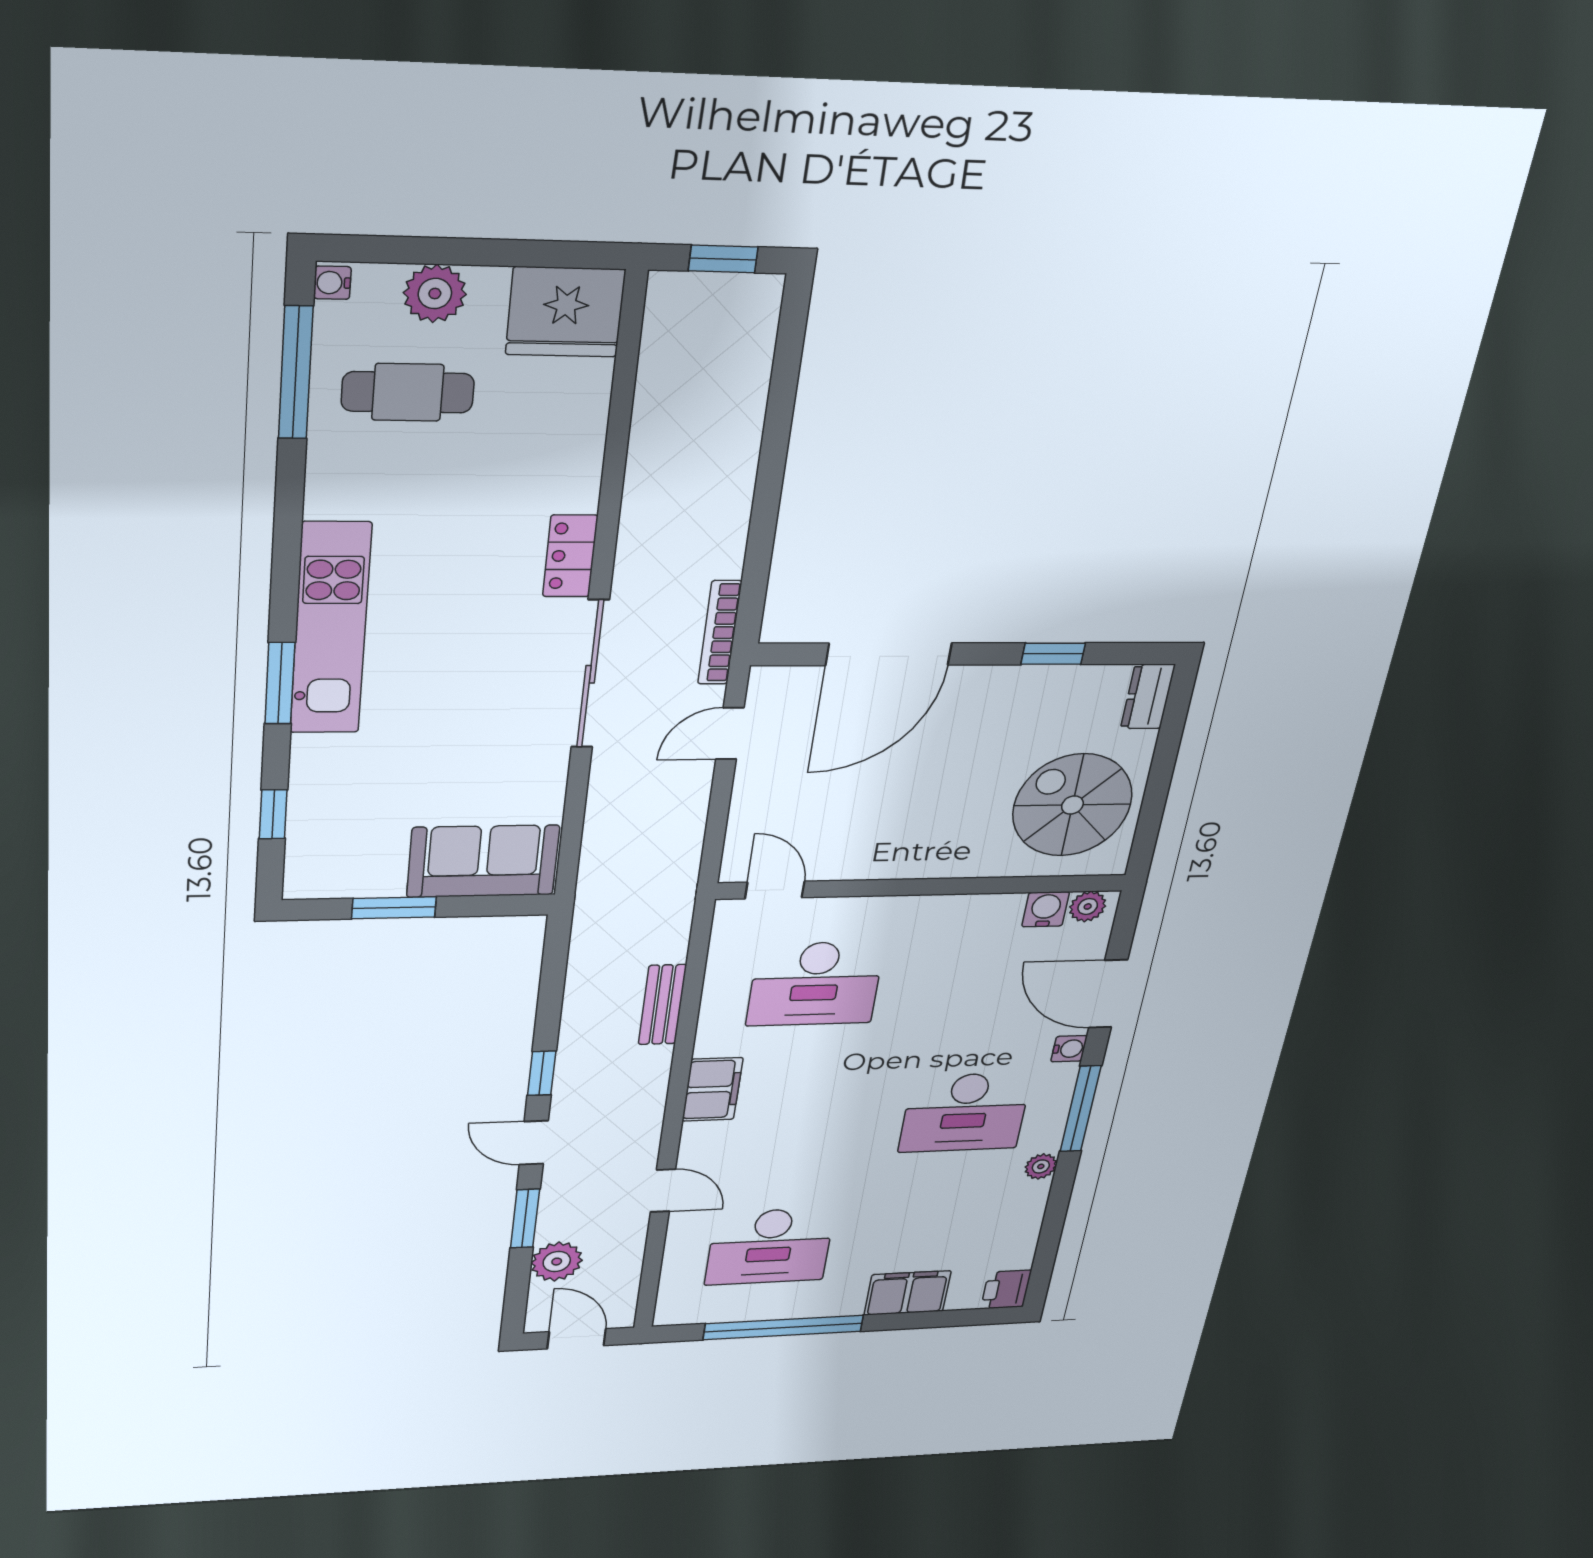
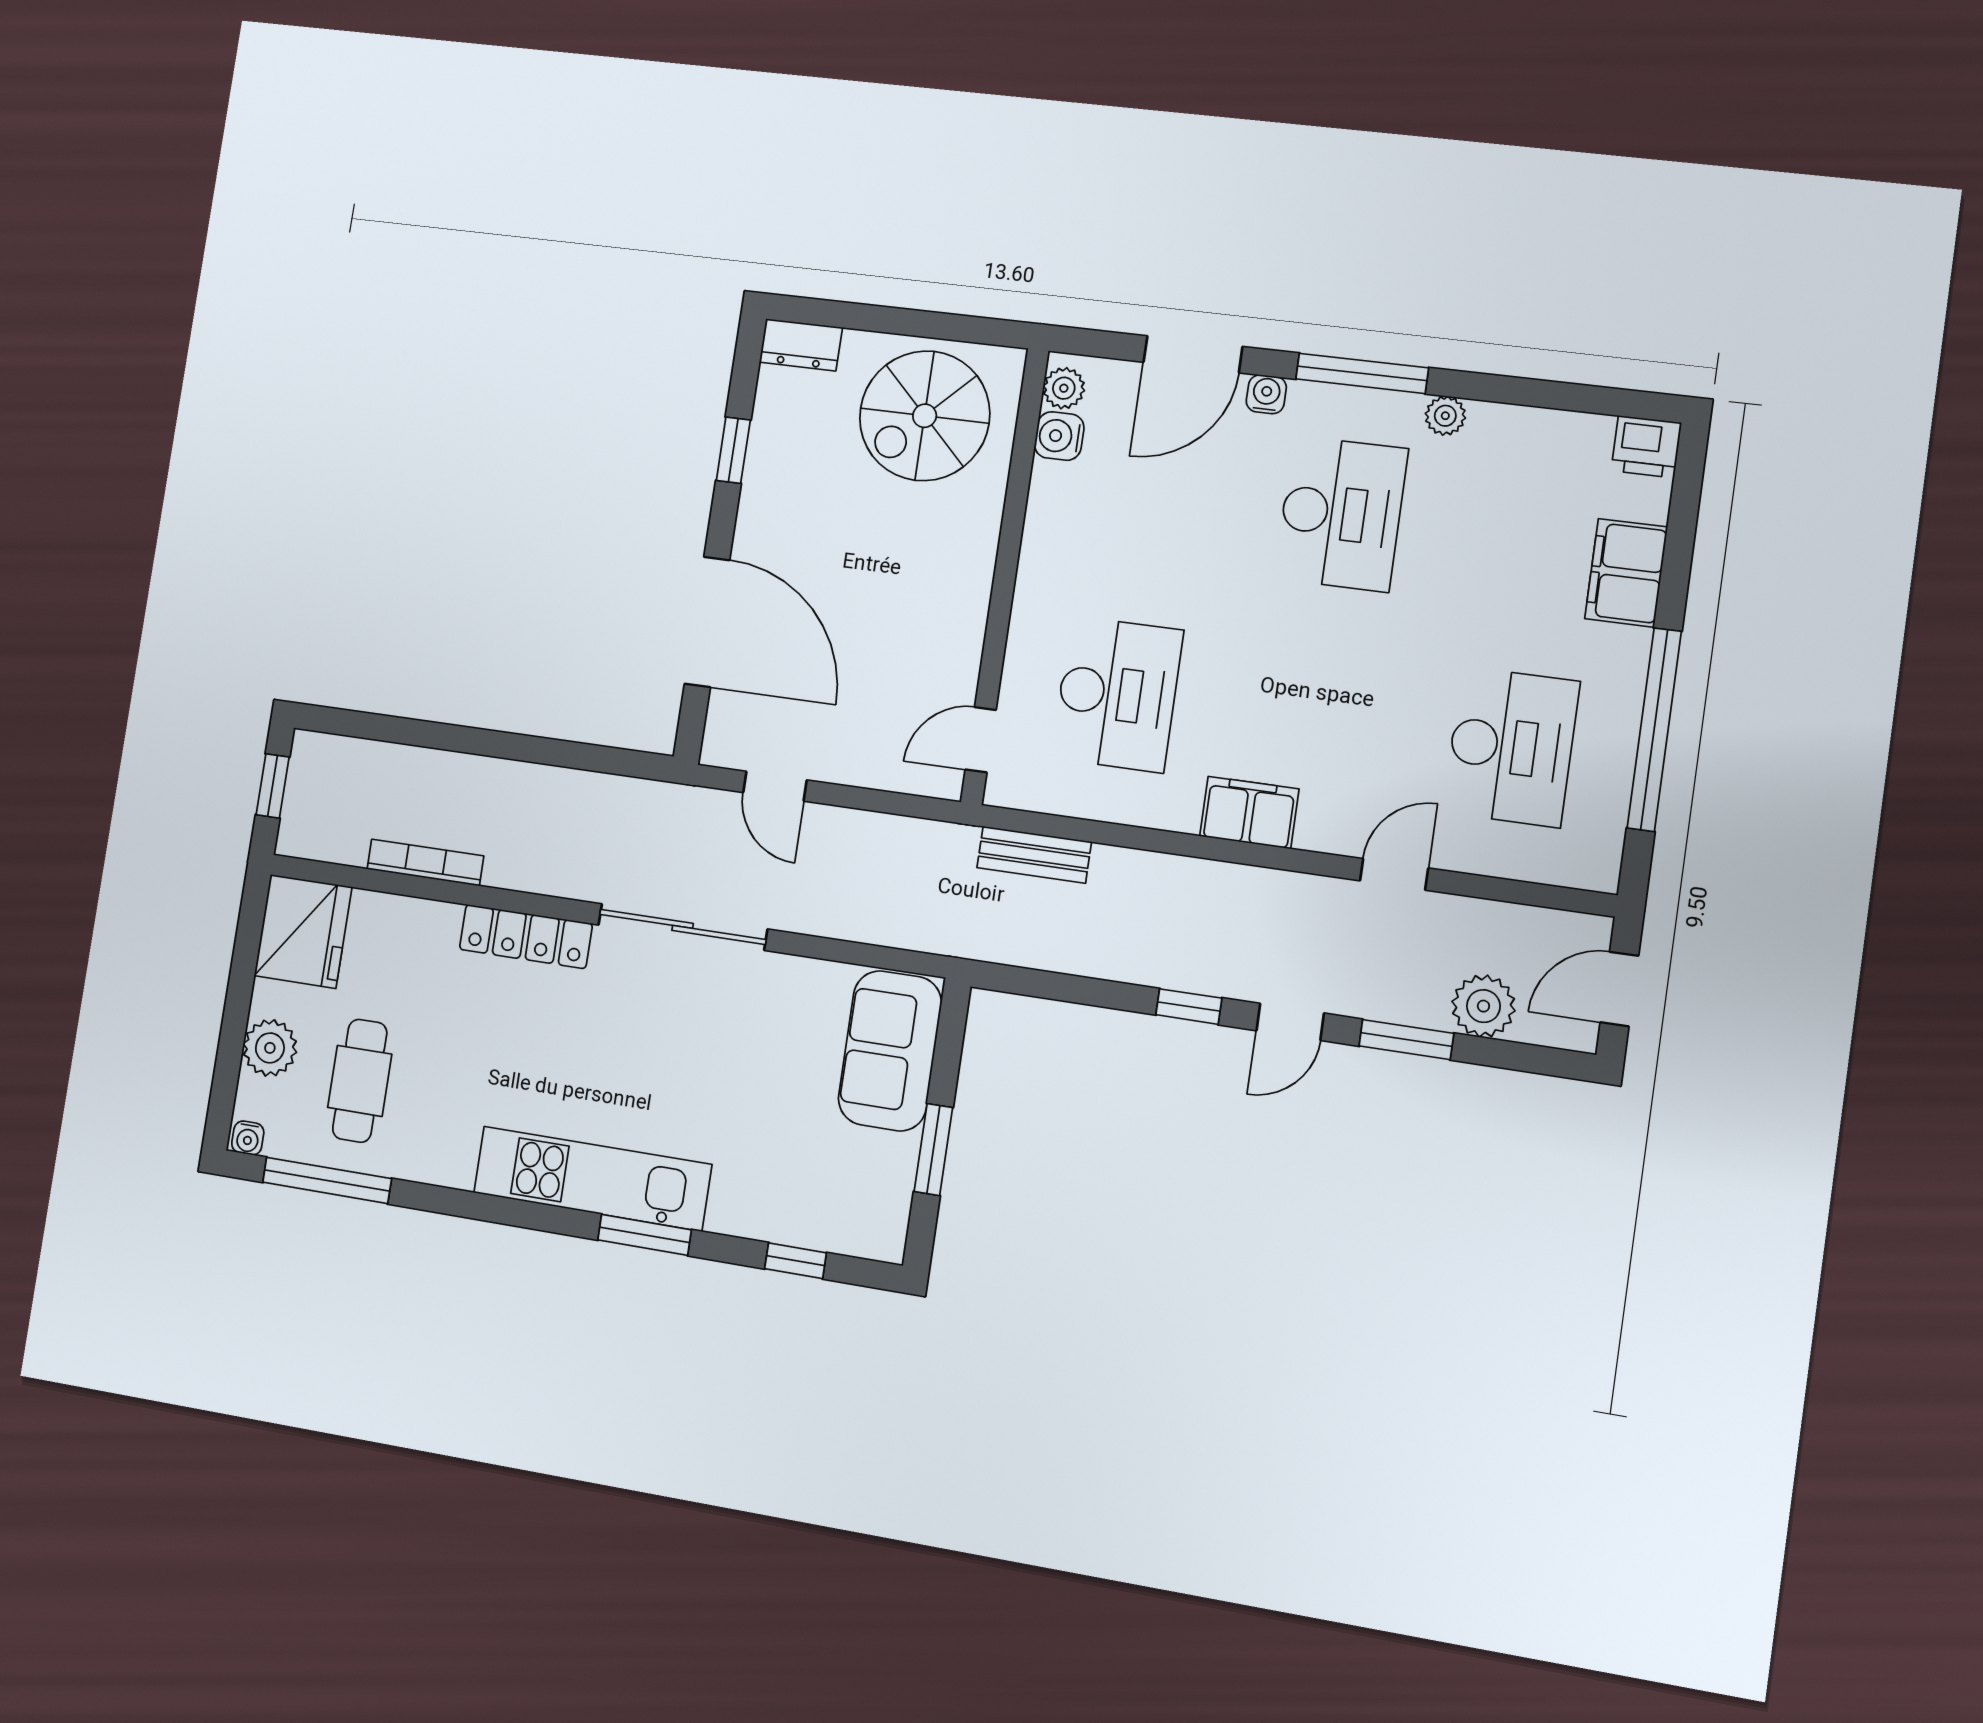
locker: (570, 556) -> (526, 936), width x1.53
bookcase: (720, 633) -> (425, 862), moved, turned 180
bench: (662, 1005) -> (1034, 855), moved

